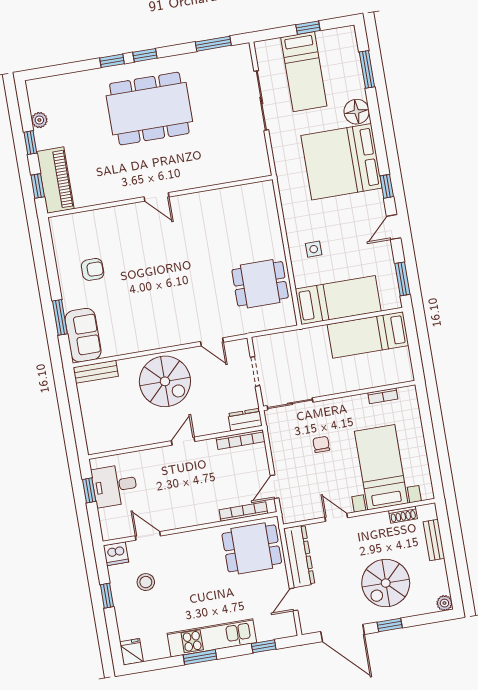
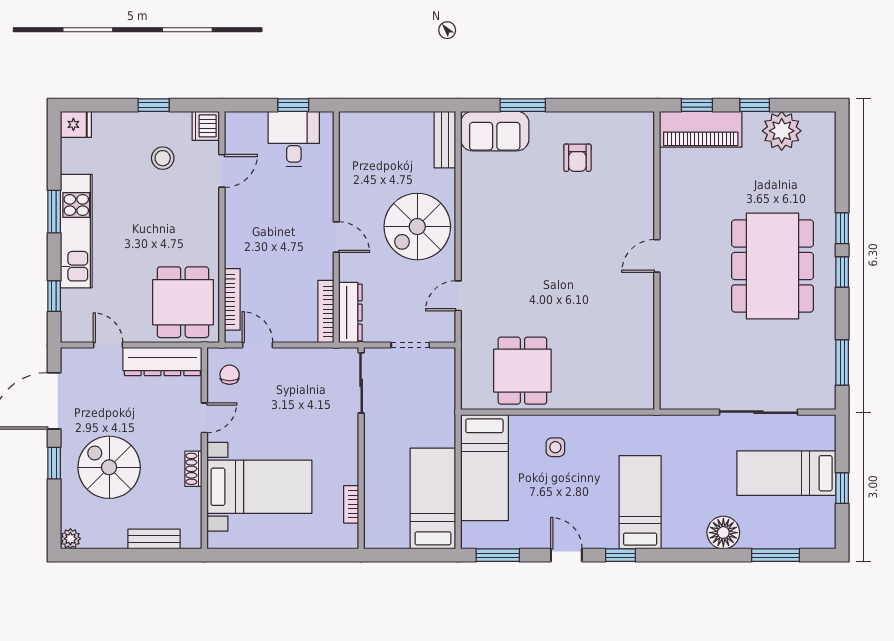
plant: (39, 120) -> (782, 131), width x1.88, depth x1.88
bed: (342, 162) -> (640, 502), width x0.49
dresser: (245, 420) -> (350, 313), width x1.44
chair: (321, 444) -> (230, 375), moved, turned -90
shoe rack: (403, 515) -> (193, 469), moved

